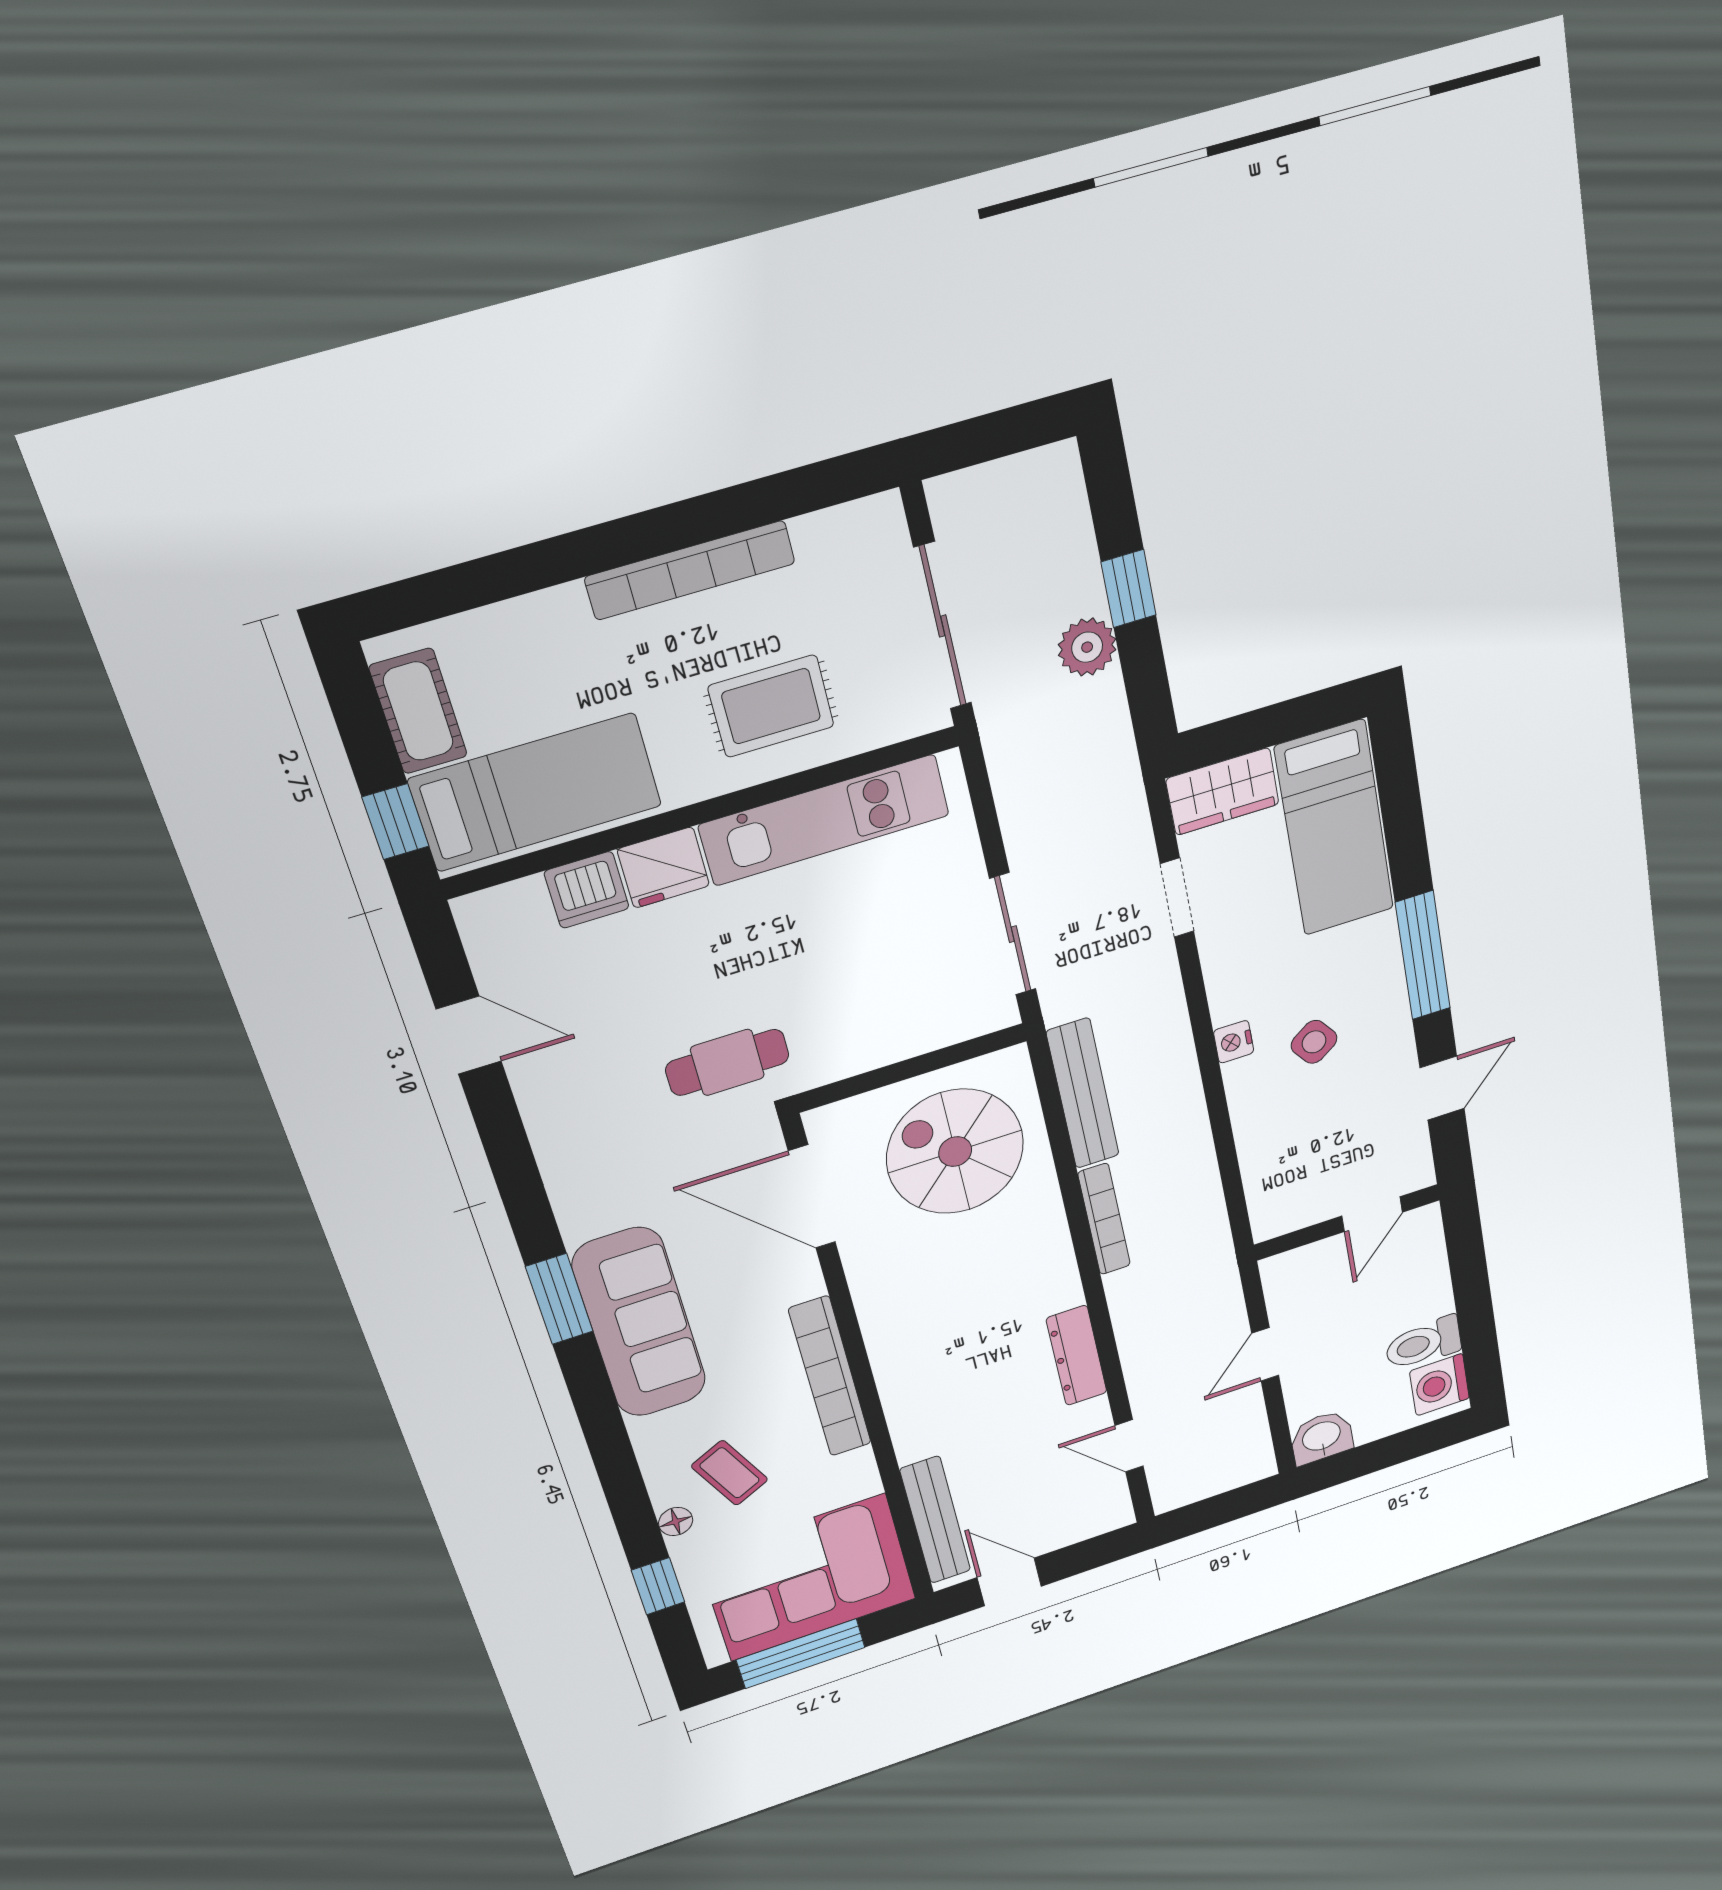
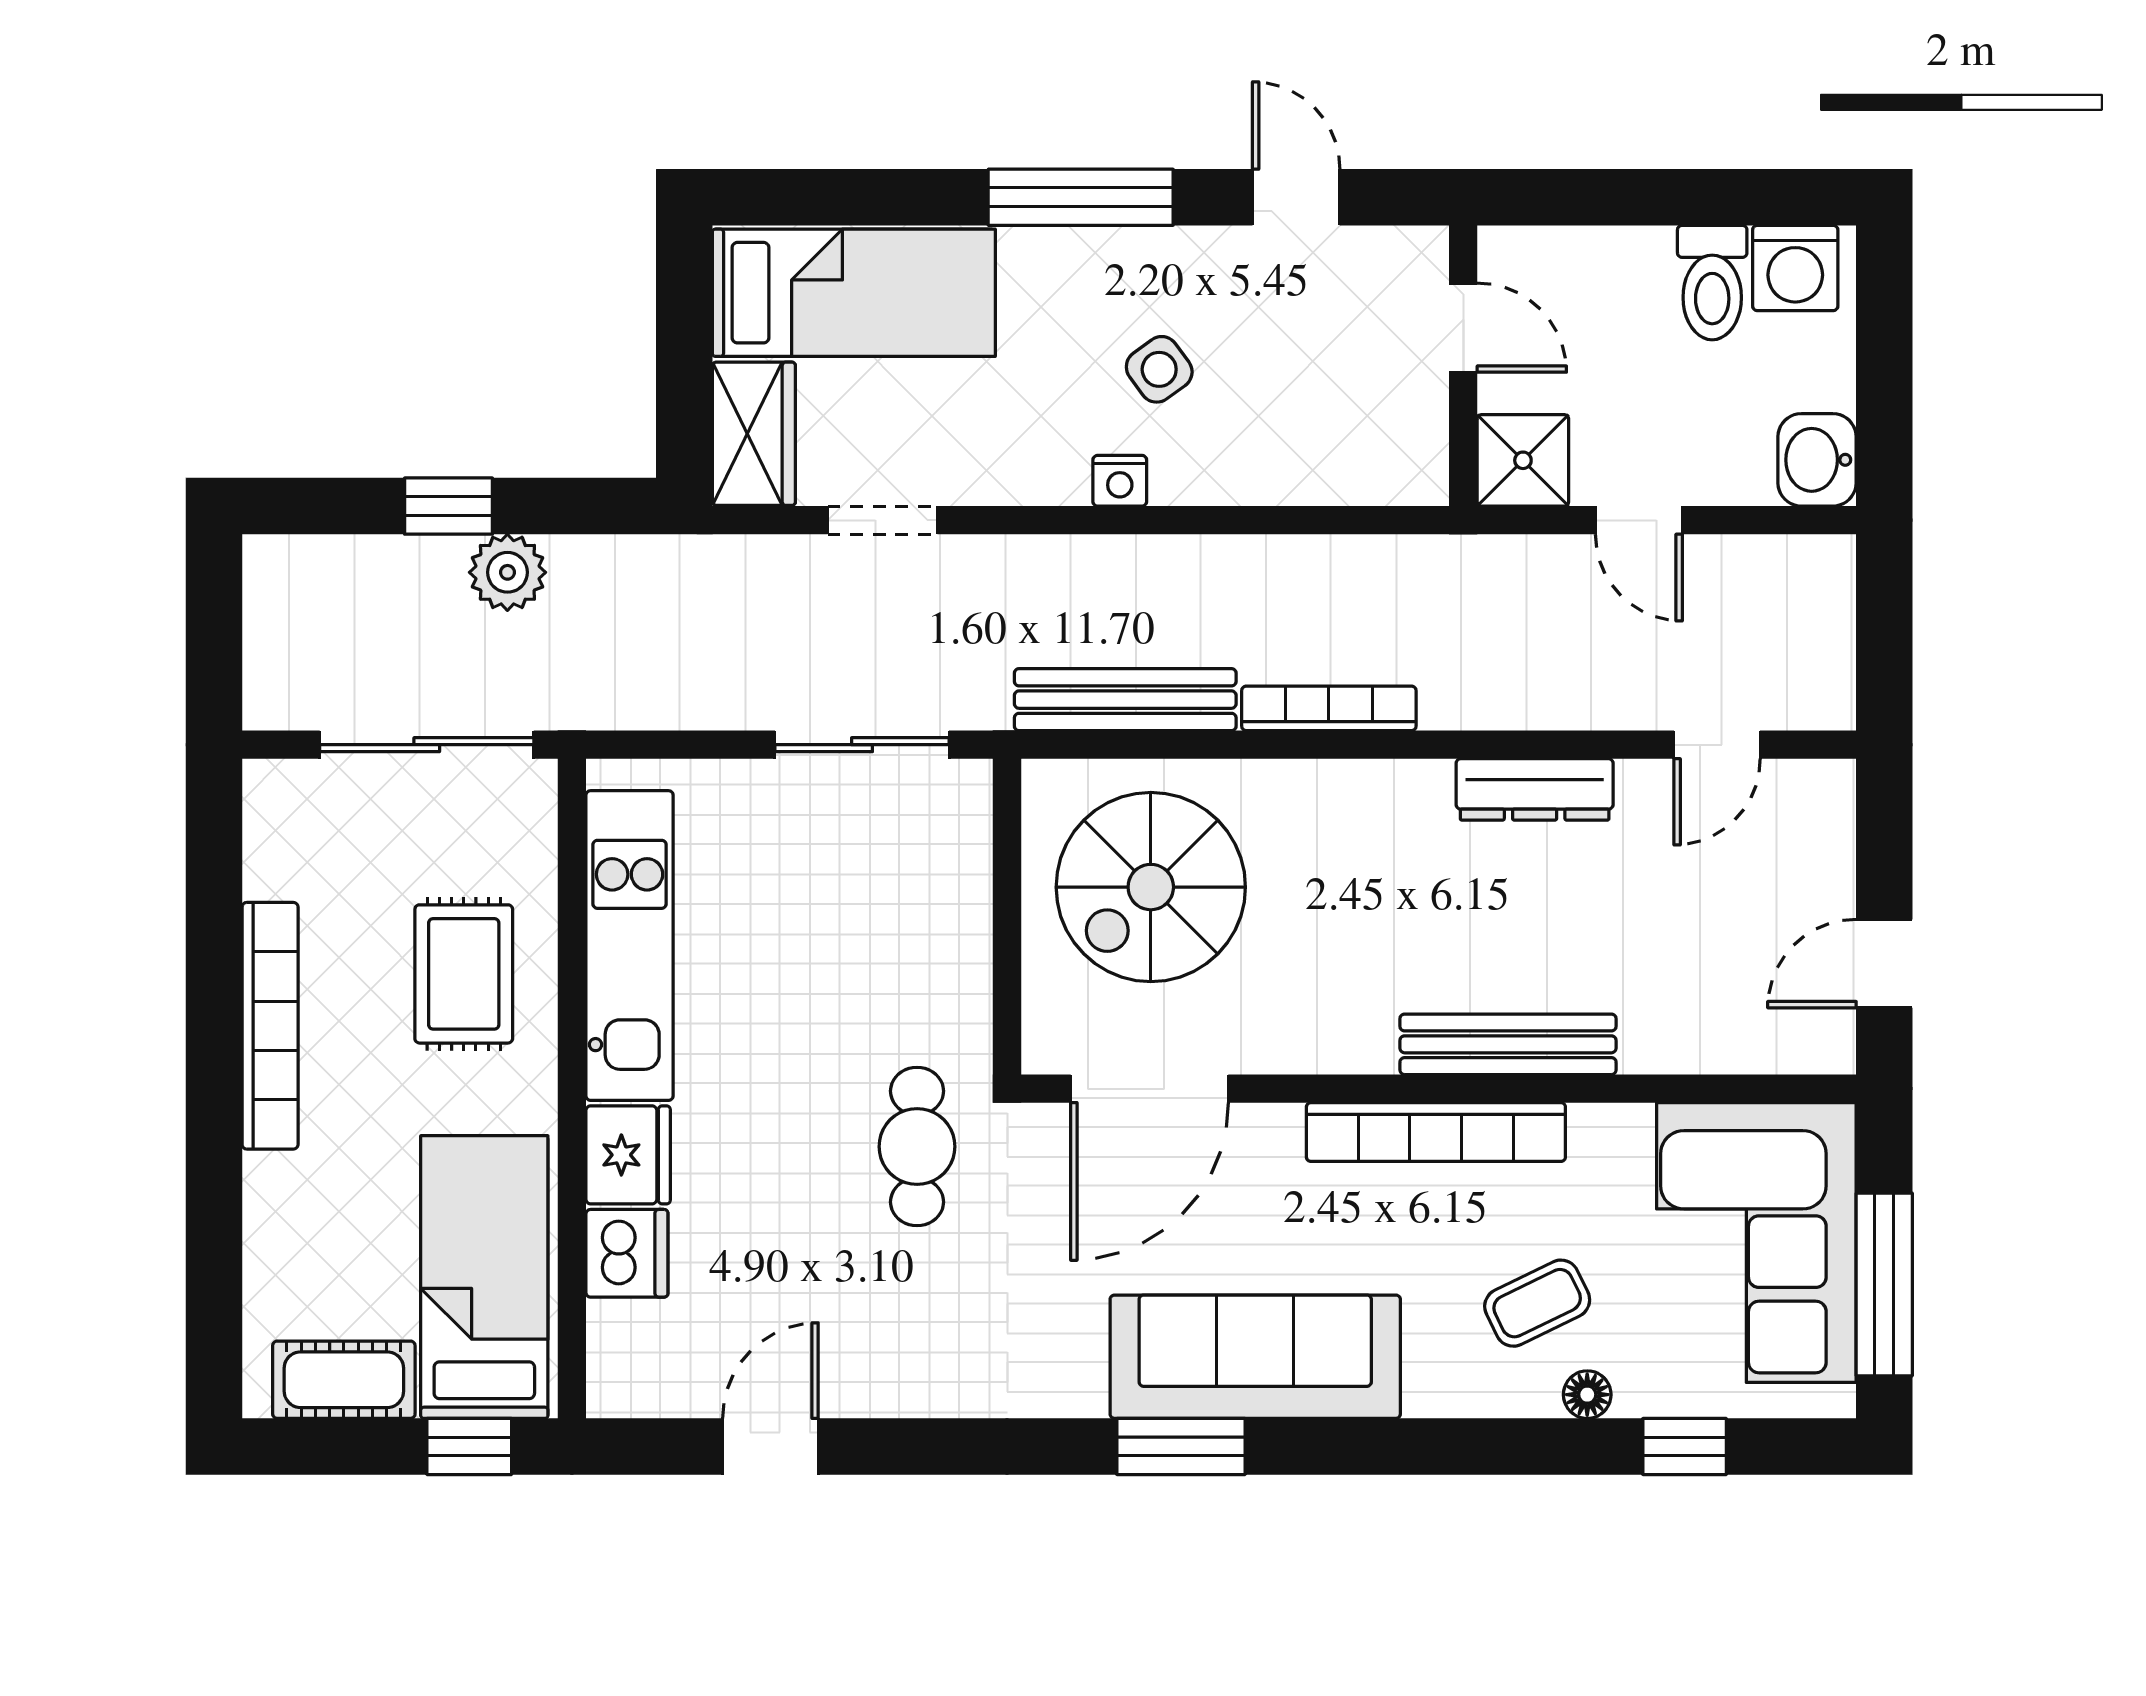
shower: (1292, 1277) -> (1523, 460), added
bench: (935, 1520) -> (1508, 1044), moved

